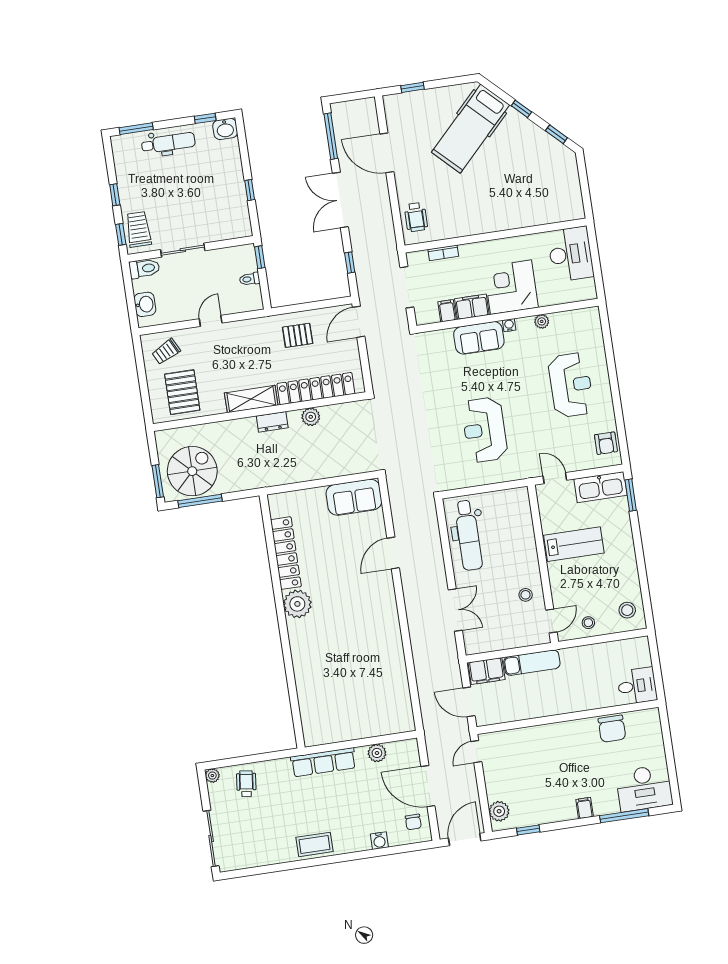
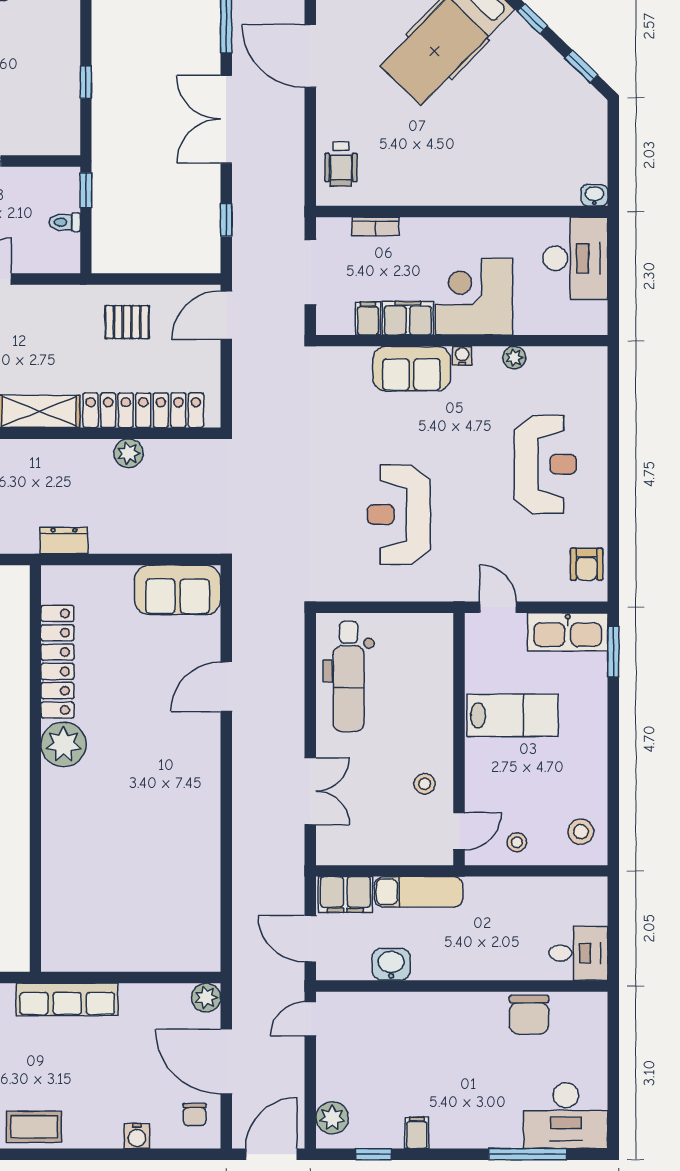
washbasin: (576, 213) -> (594, 195), added
dresser: (272, 422) -> (64, 541), moved, turned 180
washbasin: (522, 710) -> (391, 964), added
plant: (377, 753) -> (206, 998), moved
filing cabinet: (585, 808) -> (417, 1133), moved

